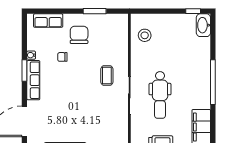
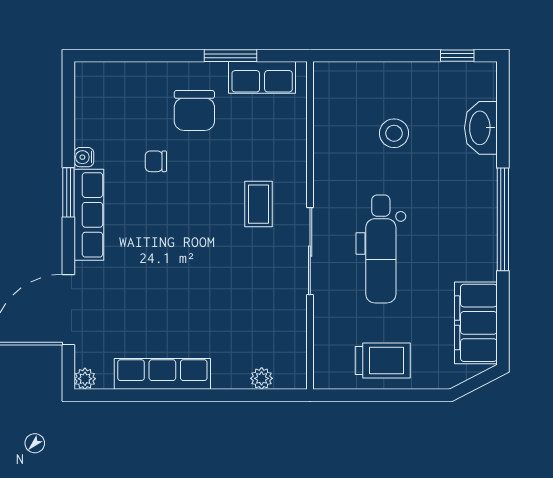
row of seats: (48, 21) -> (262, 77), moved
washbasin: (203, 25) -> (481, 128), moved
chair: (79, 35) -> (194, 111), turned 180
stool: (145, 35) -> (394, 133), moved

